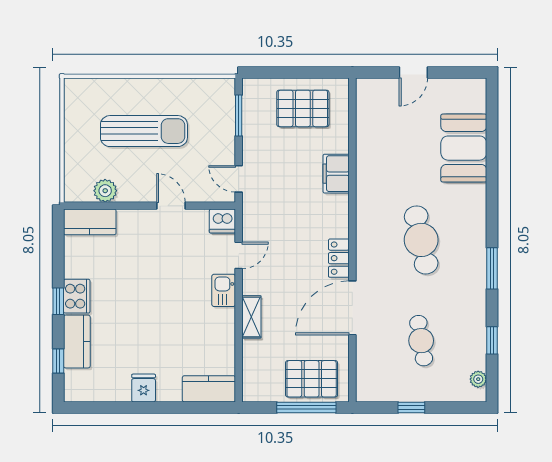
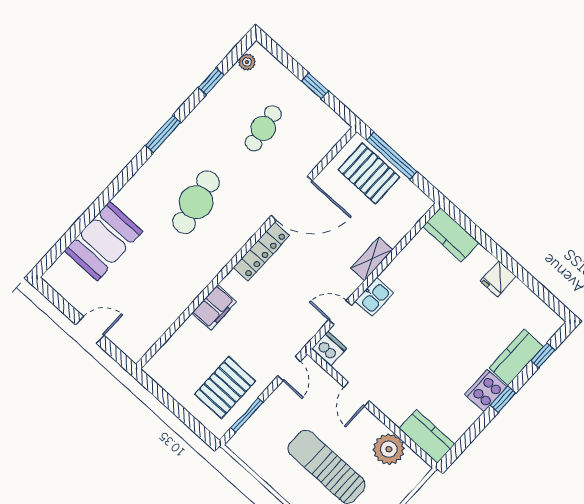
pallet: (303, 108) -> (225, 388), moved, turned 90
plant: (105, 191) -> (389, 449), width x1.36, depth x1.36
locker: (339, 258) -> (261, 252), width x1.53

